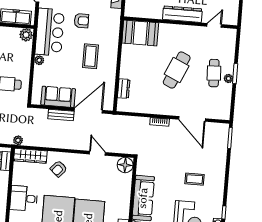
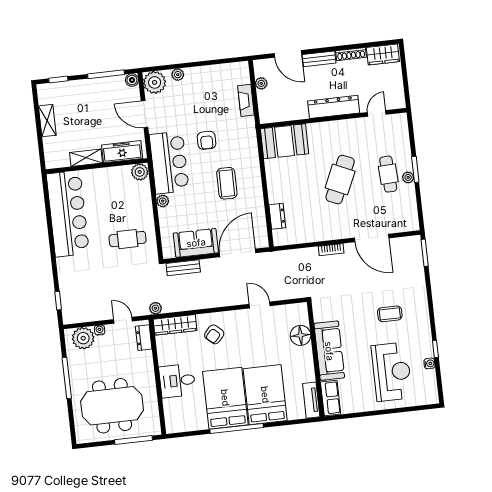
armchair: (81, 21) -> (207, 140), turned 90
bench: (61, 115) -> (183, 268), moved
floor lamp: (125, 165) -> (300, 335), moved

